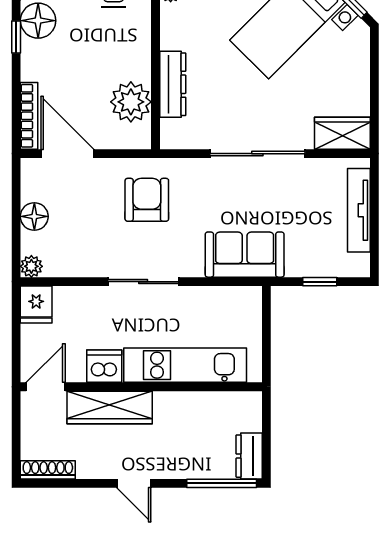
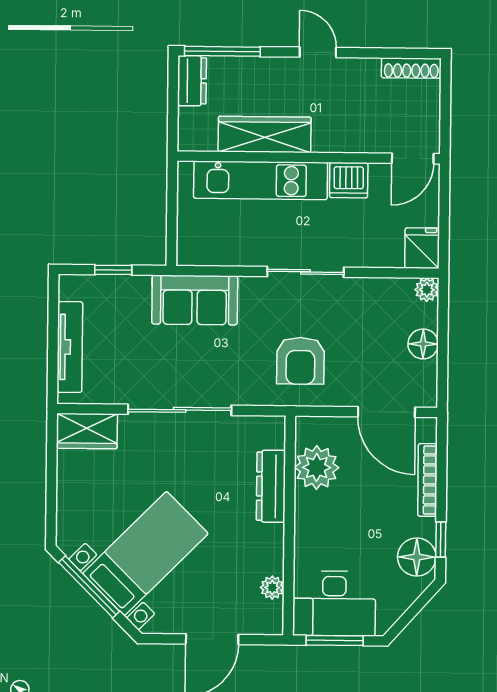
bookcase: (29, 116) -> (427, 480), moved
wardrobe: (110, 407) -> (265, 134), moved

